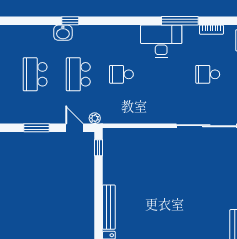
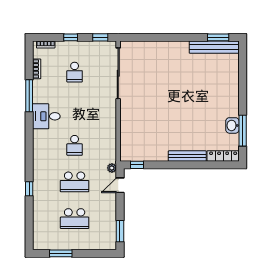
washbasin: (63, 33) -> (39, 195), removed
desk: (161, 41) -> (46, 116), width x0.73
window: (36, 128) -> (120, 231), moved

